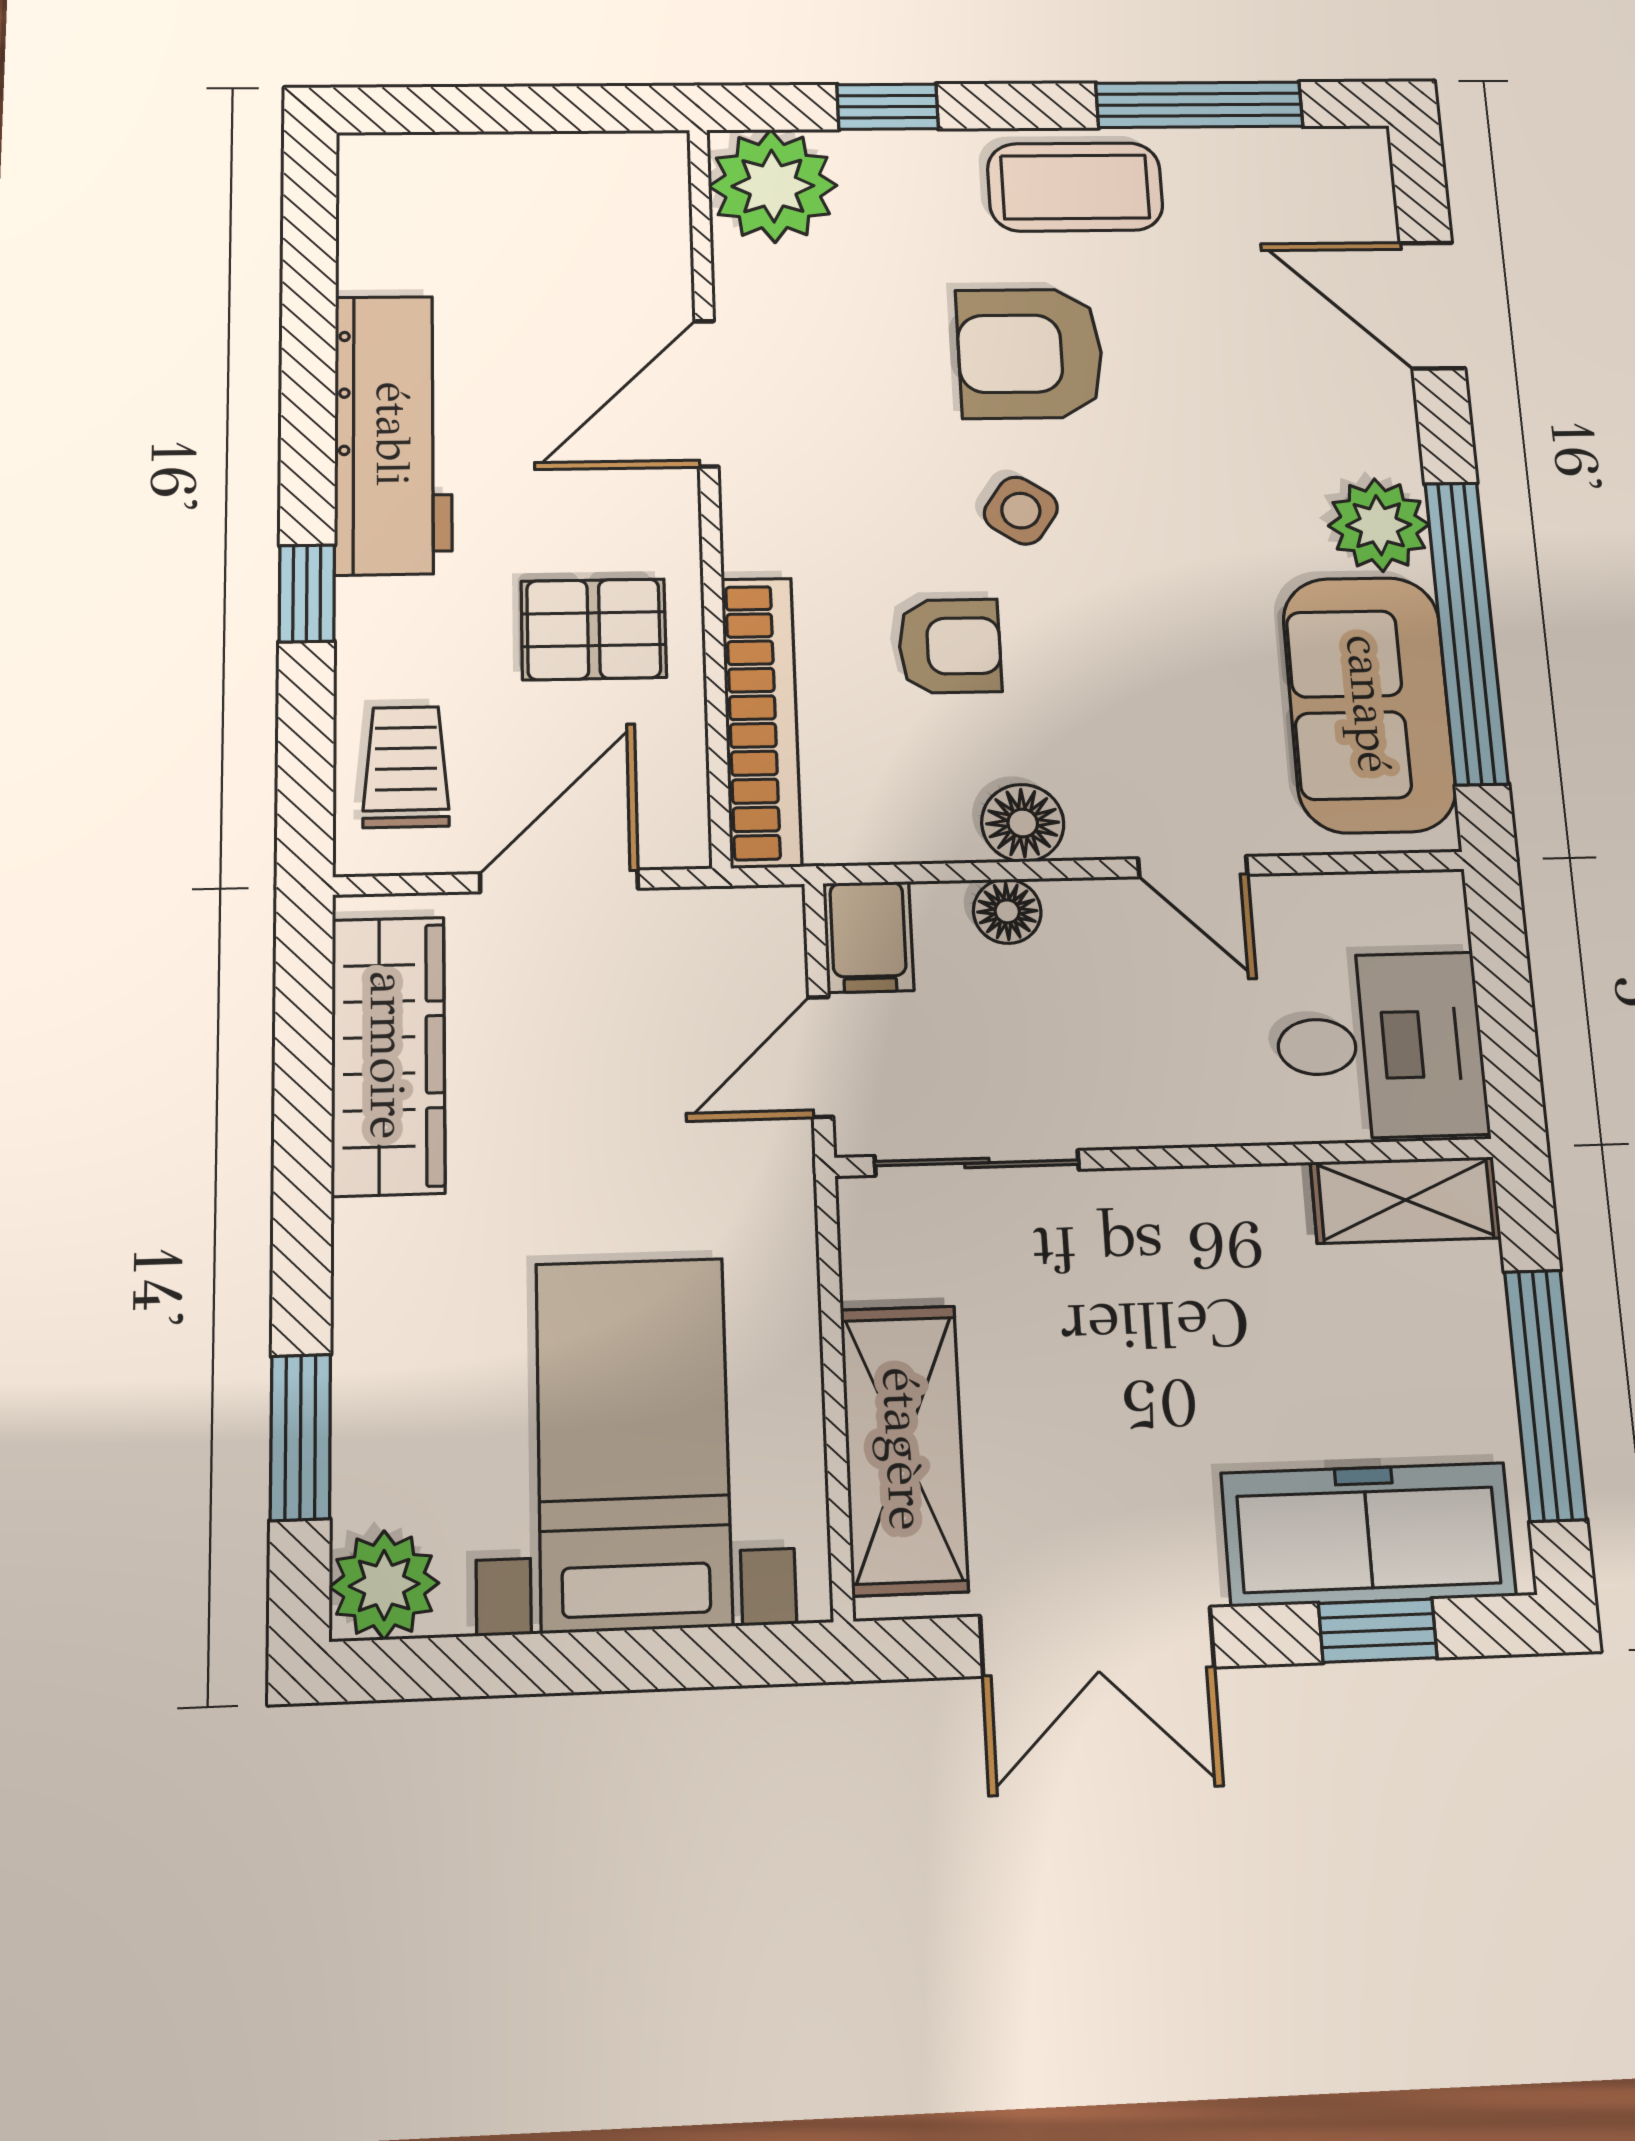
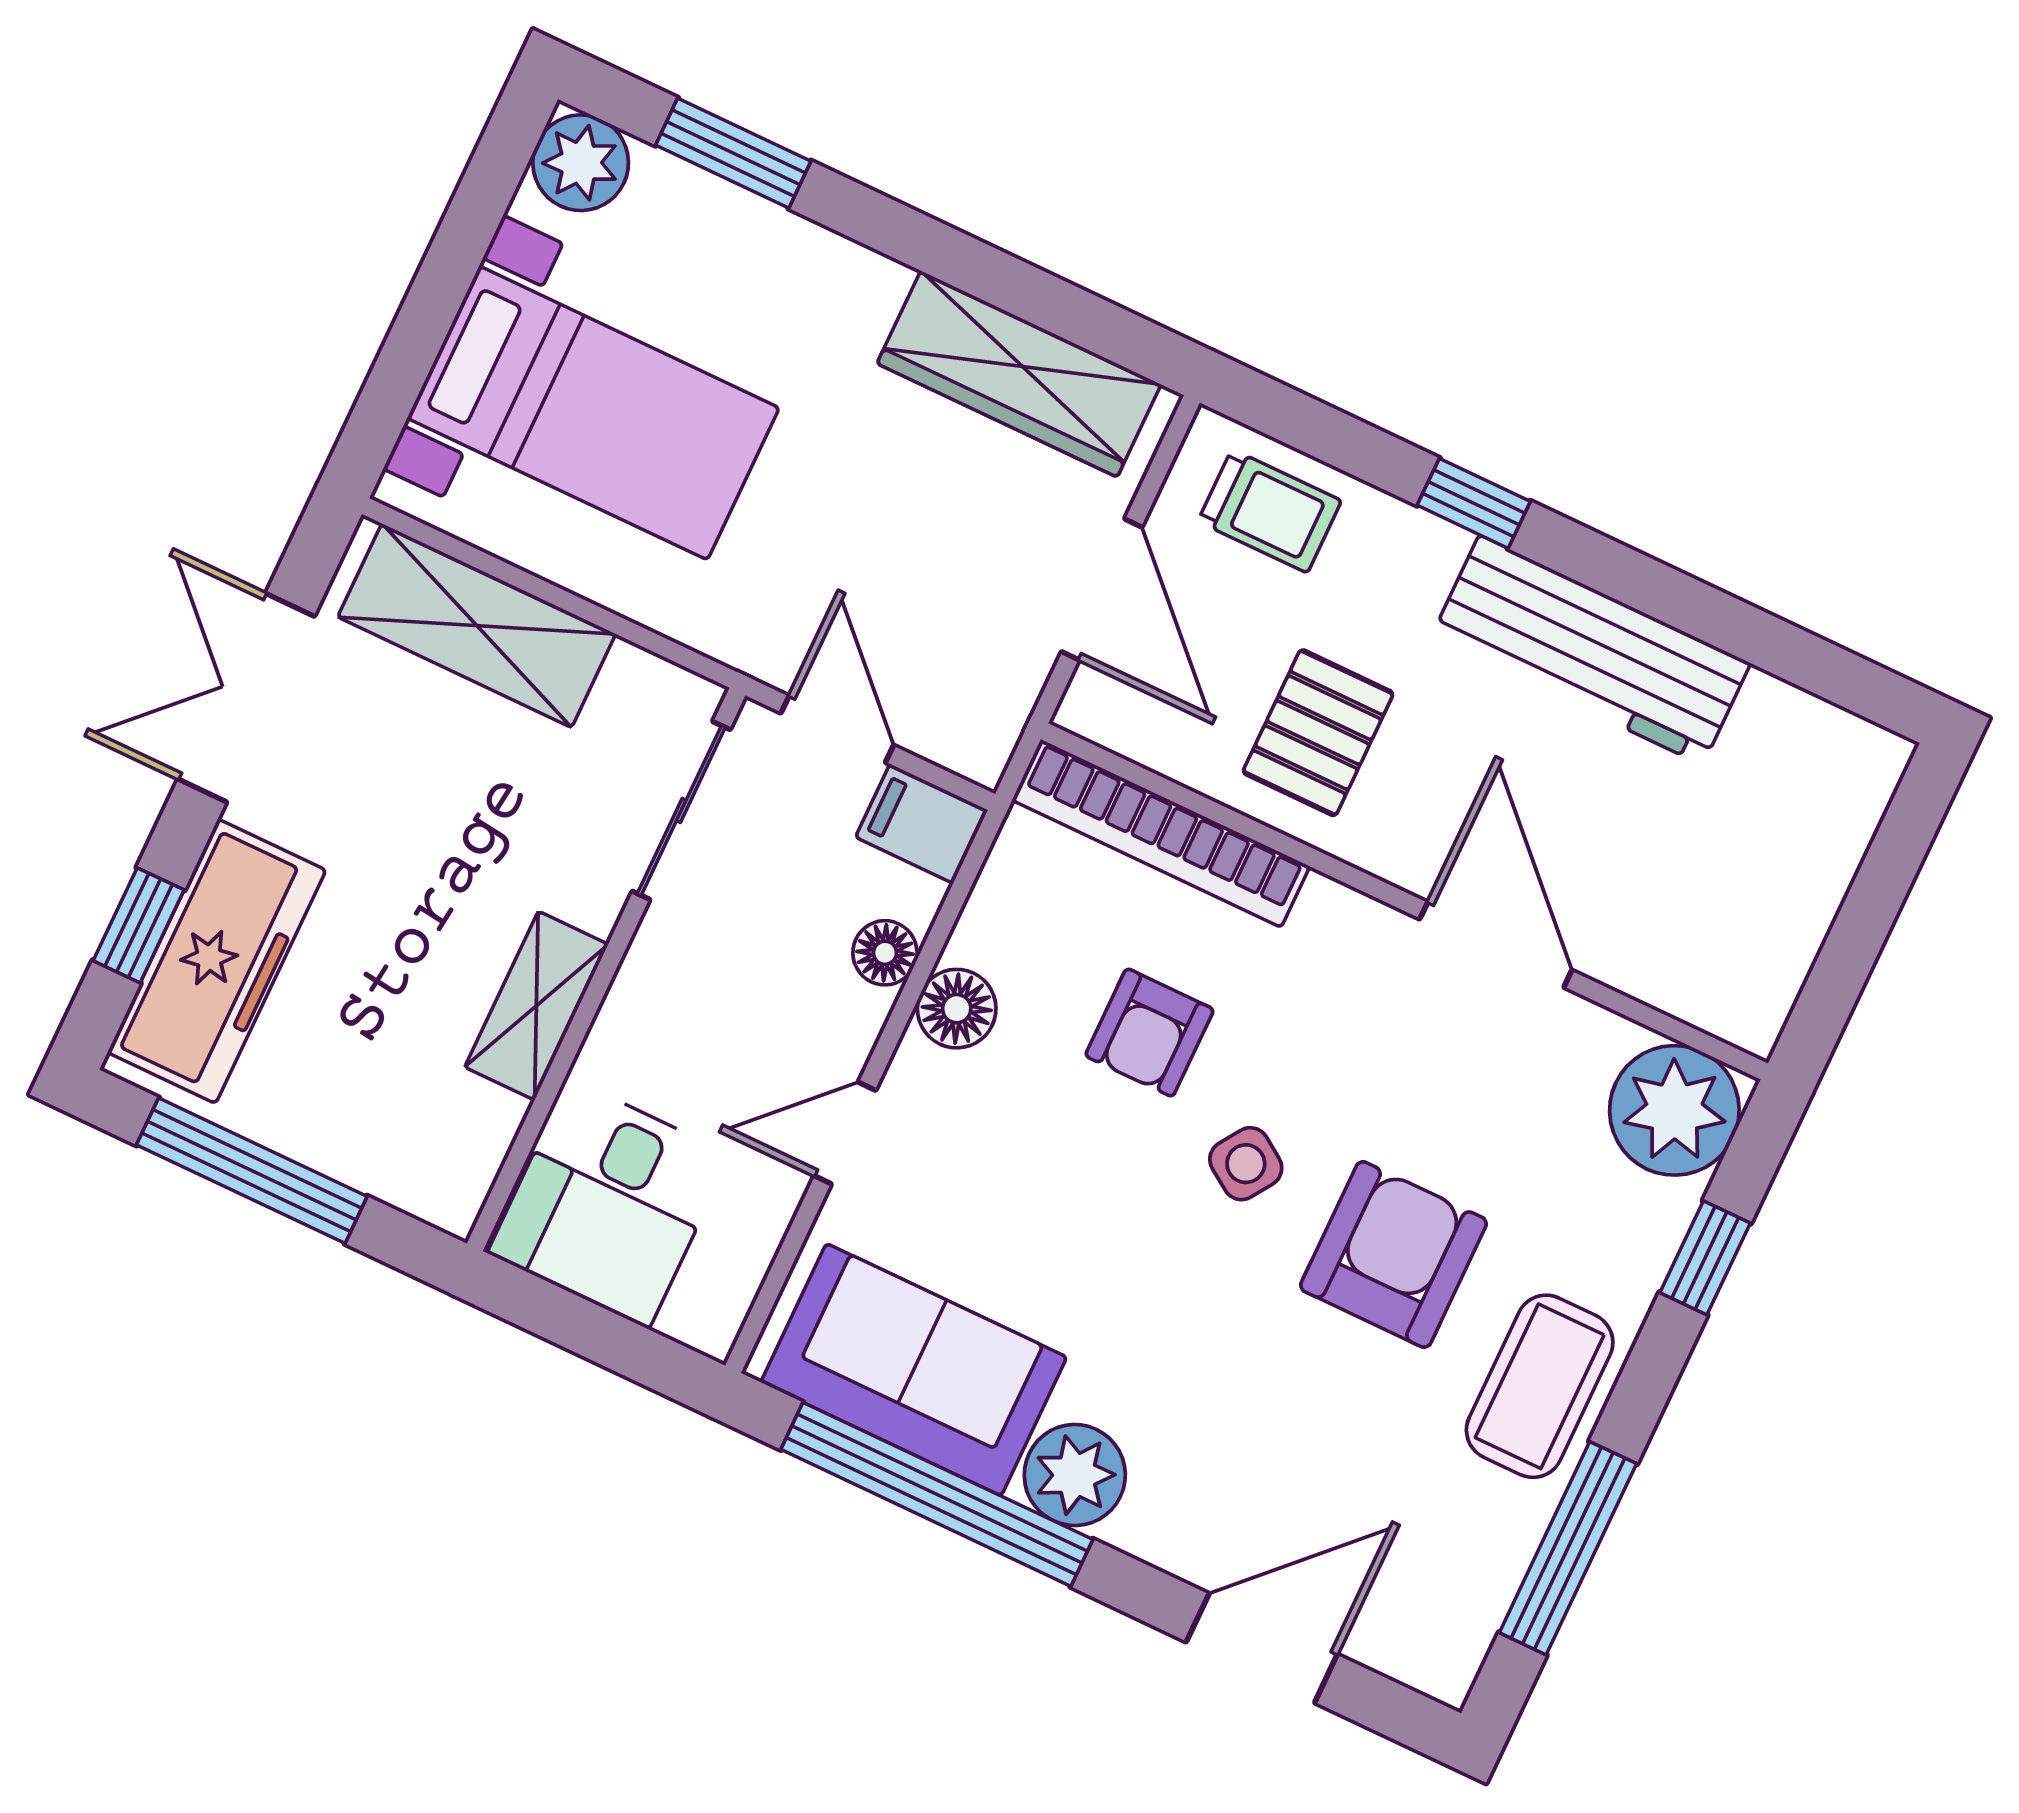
shelving: (1406, 1200) -> (536, 1006), moved

